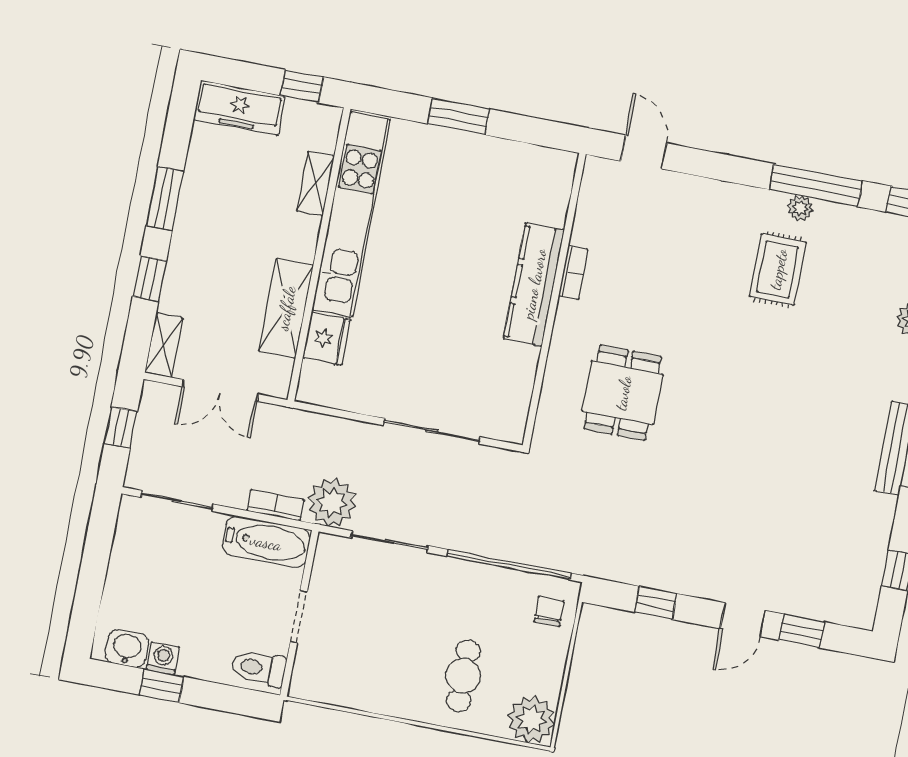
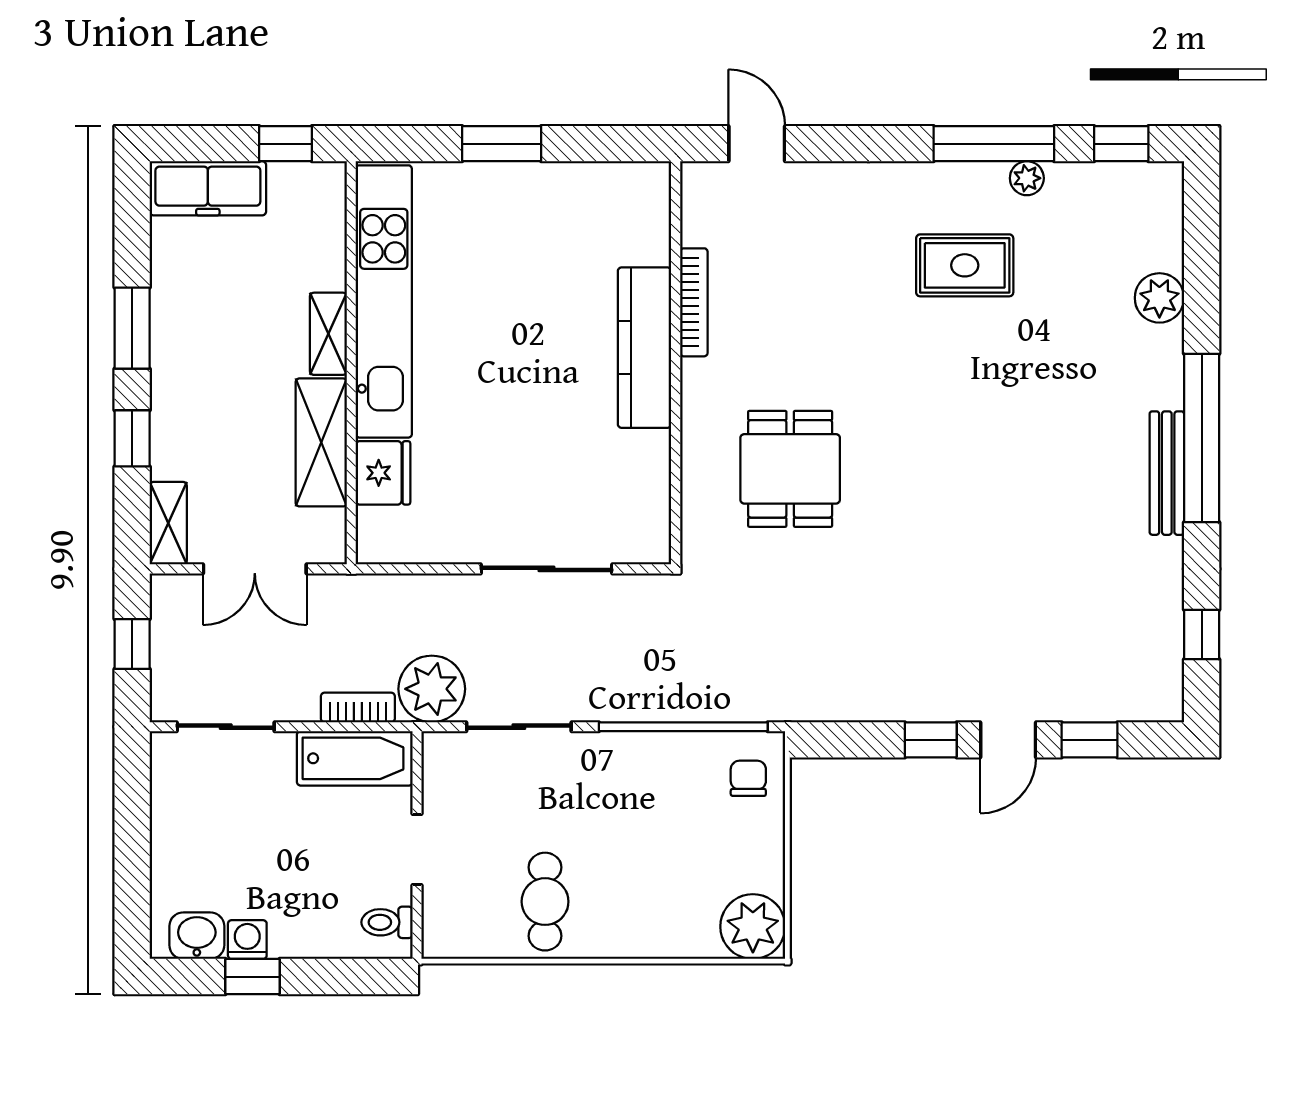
shelving: (315, 183) -> (328, 334), moved
plant: (800, 208) -> (1027, 178), moved
rug: (778, 269) -> (965, 265), turned 90
bookcase: (573, 272) -> (694, 302), width x1.56
window: (656, 603) -> (931, 740), moved
toilet: (259, 668) -> (387, 922), width x0.73, depth x0.72
cafe table: (463, 676) -> (545, 902), moved

